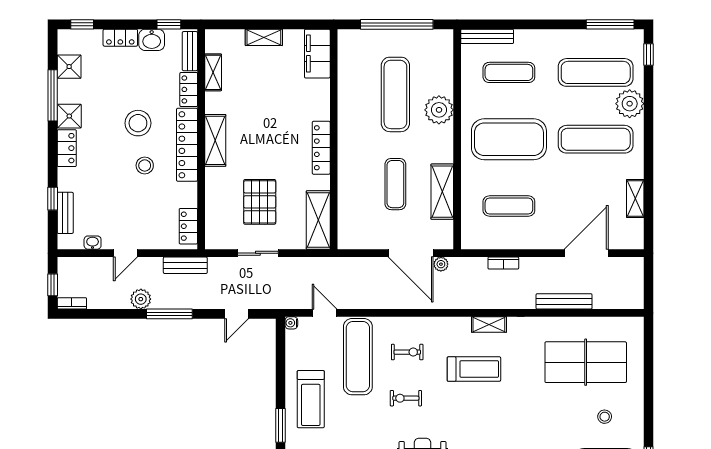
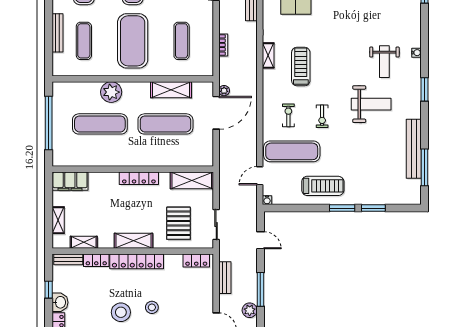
bench: (487, 36) -> (57, 33), moved
bench: (190, 51) -> (68, 259), moved
shelving: (213, 72) -> (84, 242), moved
locker: (189, 89) -> (96, 260), moved
wall: (201, 139) -> (133, 251), moved
shelving: (215, 140) -> (134, 241), moved
locker: (187, 145) -> (137, 261), moved
exercise mat: (395, 184) -> (165, 124), width x1.36, depth x1.45
pallet: (260, 202) -> (178, 223), turned 90
locker: (188, 226) -> (196, 260), moved

